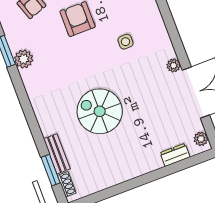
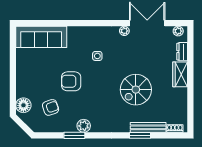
bench: (57, 154) -> (148, 127), width x1.36
wardrobe: (143, 164) -> (180, 74), added
window: (51, 170) -> (140, 135), moved

